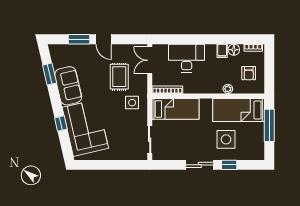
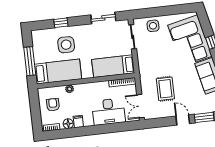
double door: (150, 60) -> (141, 106), swing flipped
side table: (132, 103) -> (153, 26), moved
sliding door: (200, 165) -> (103, 18), moved

